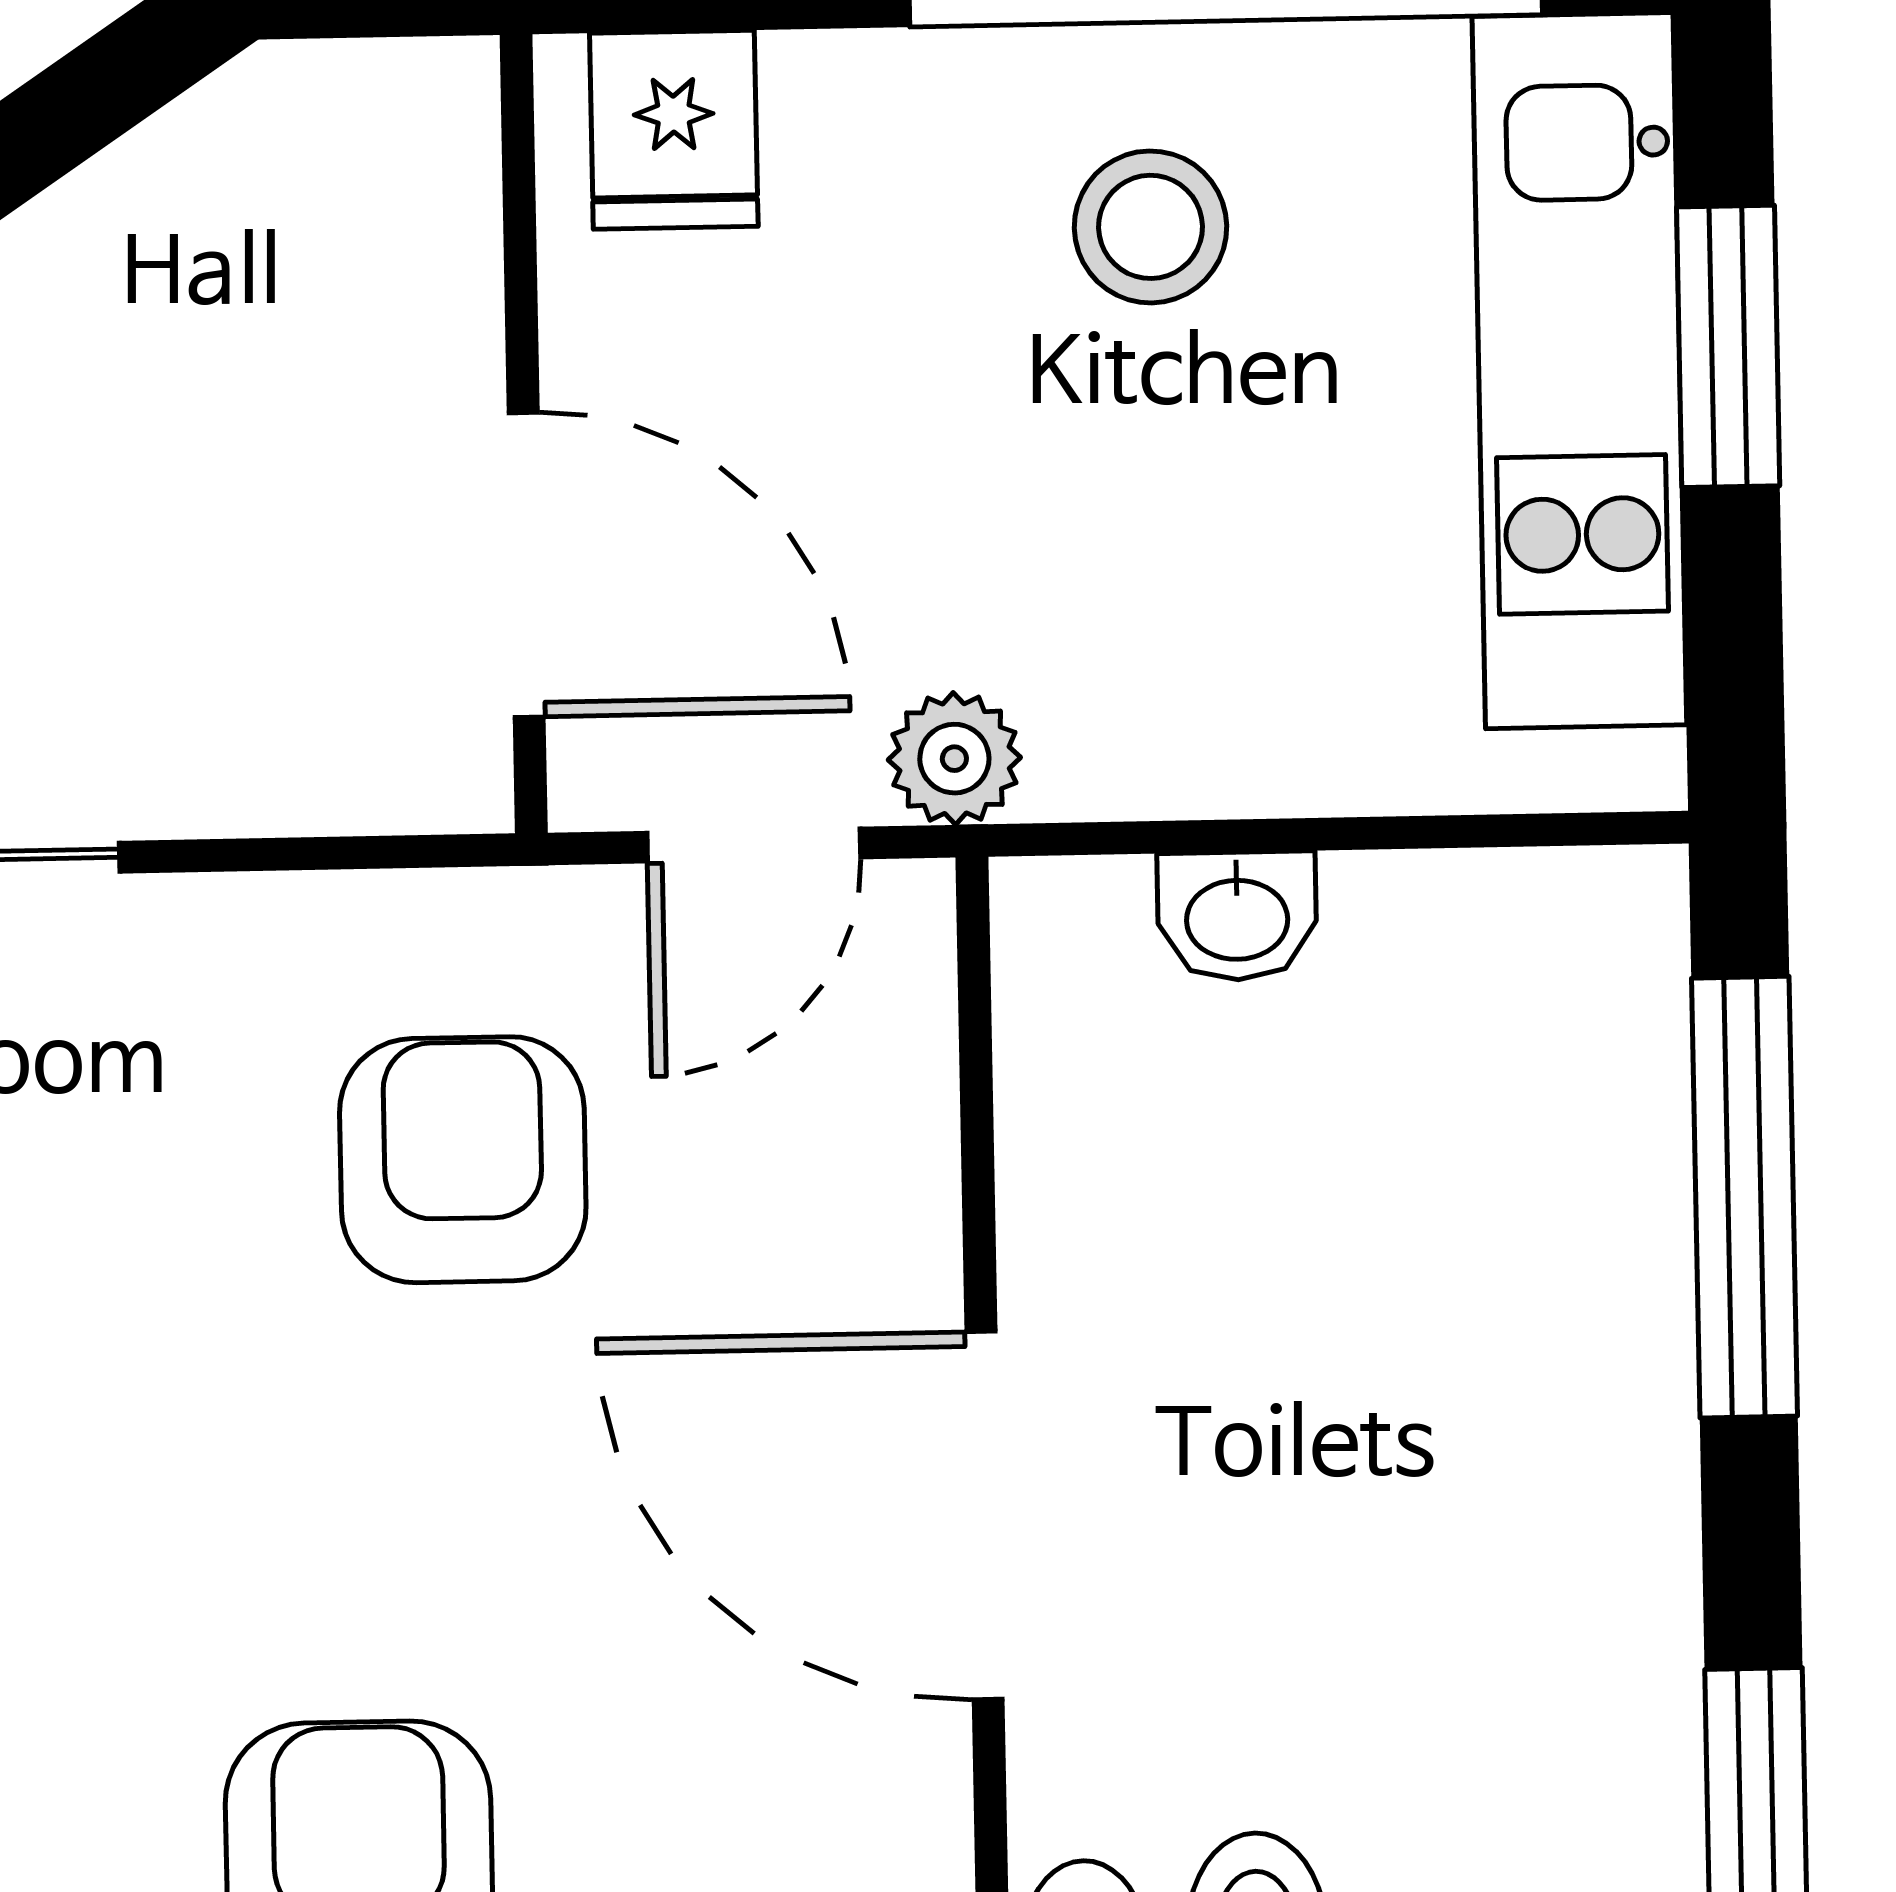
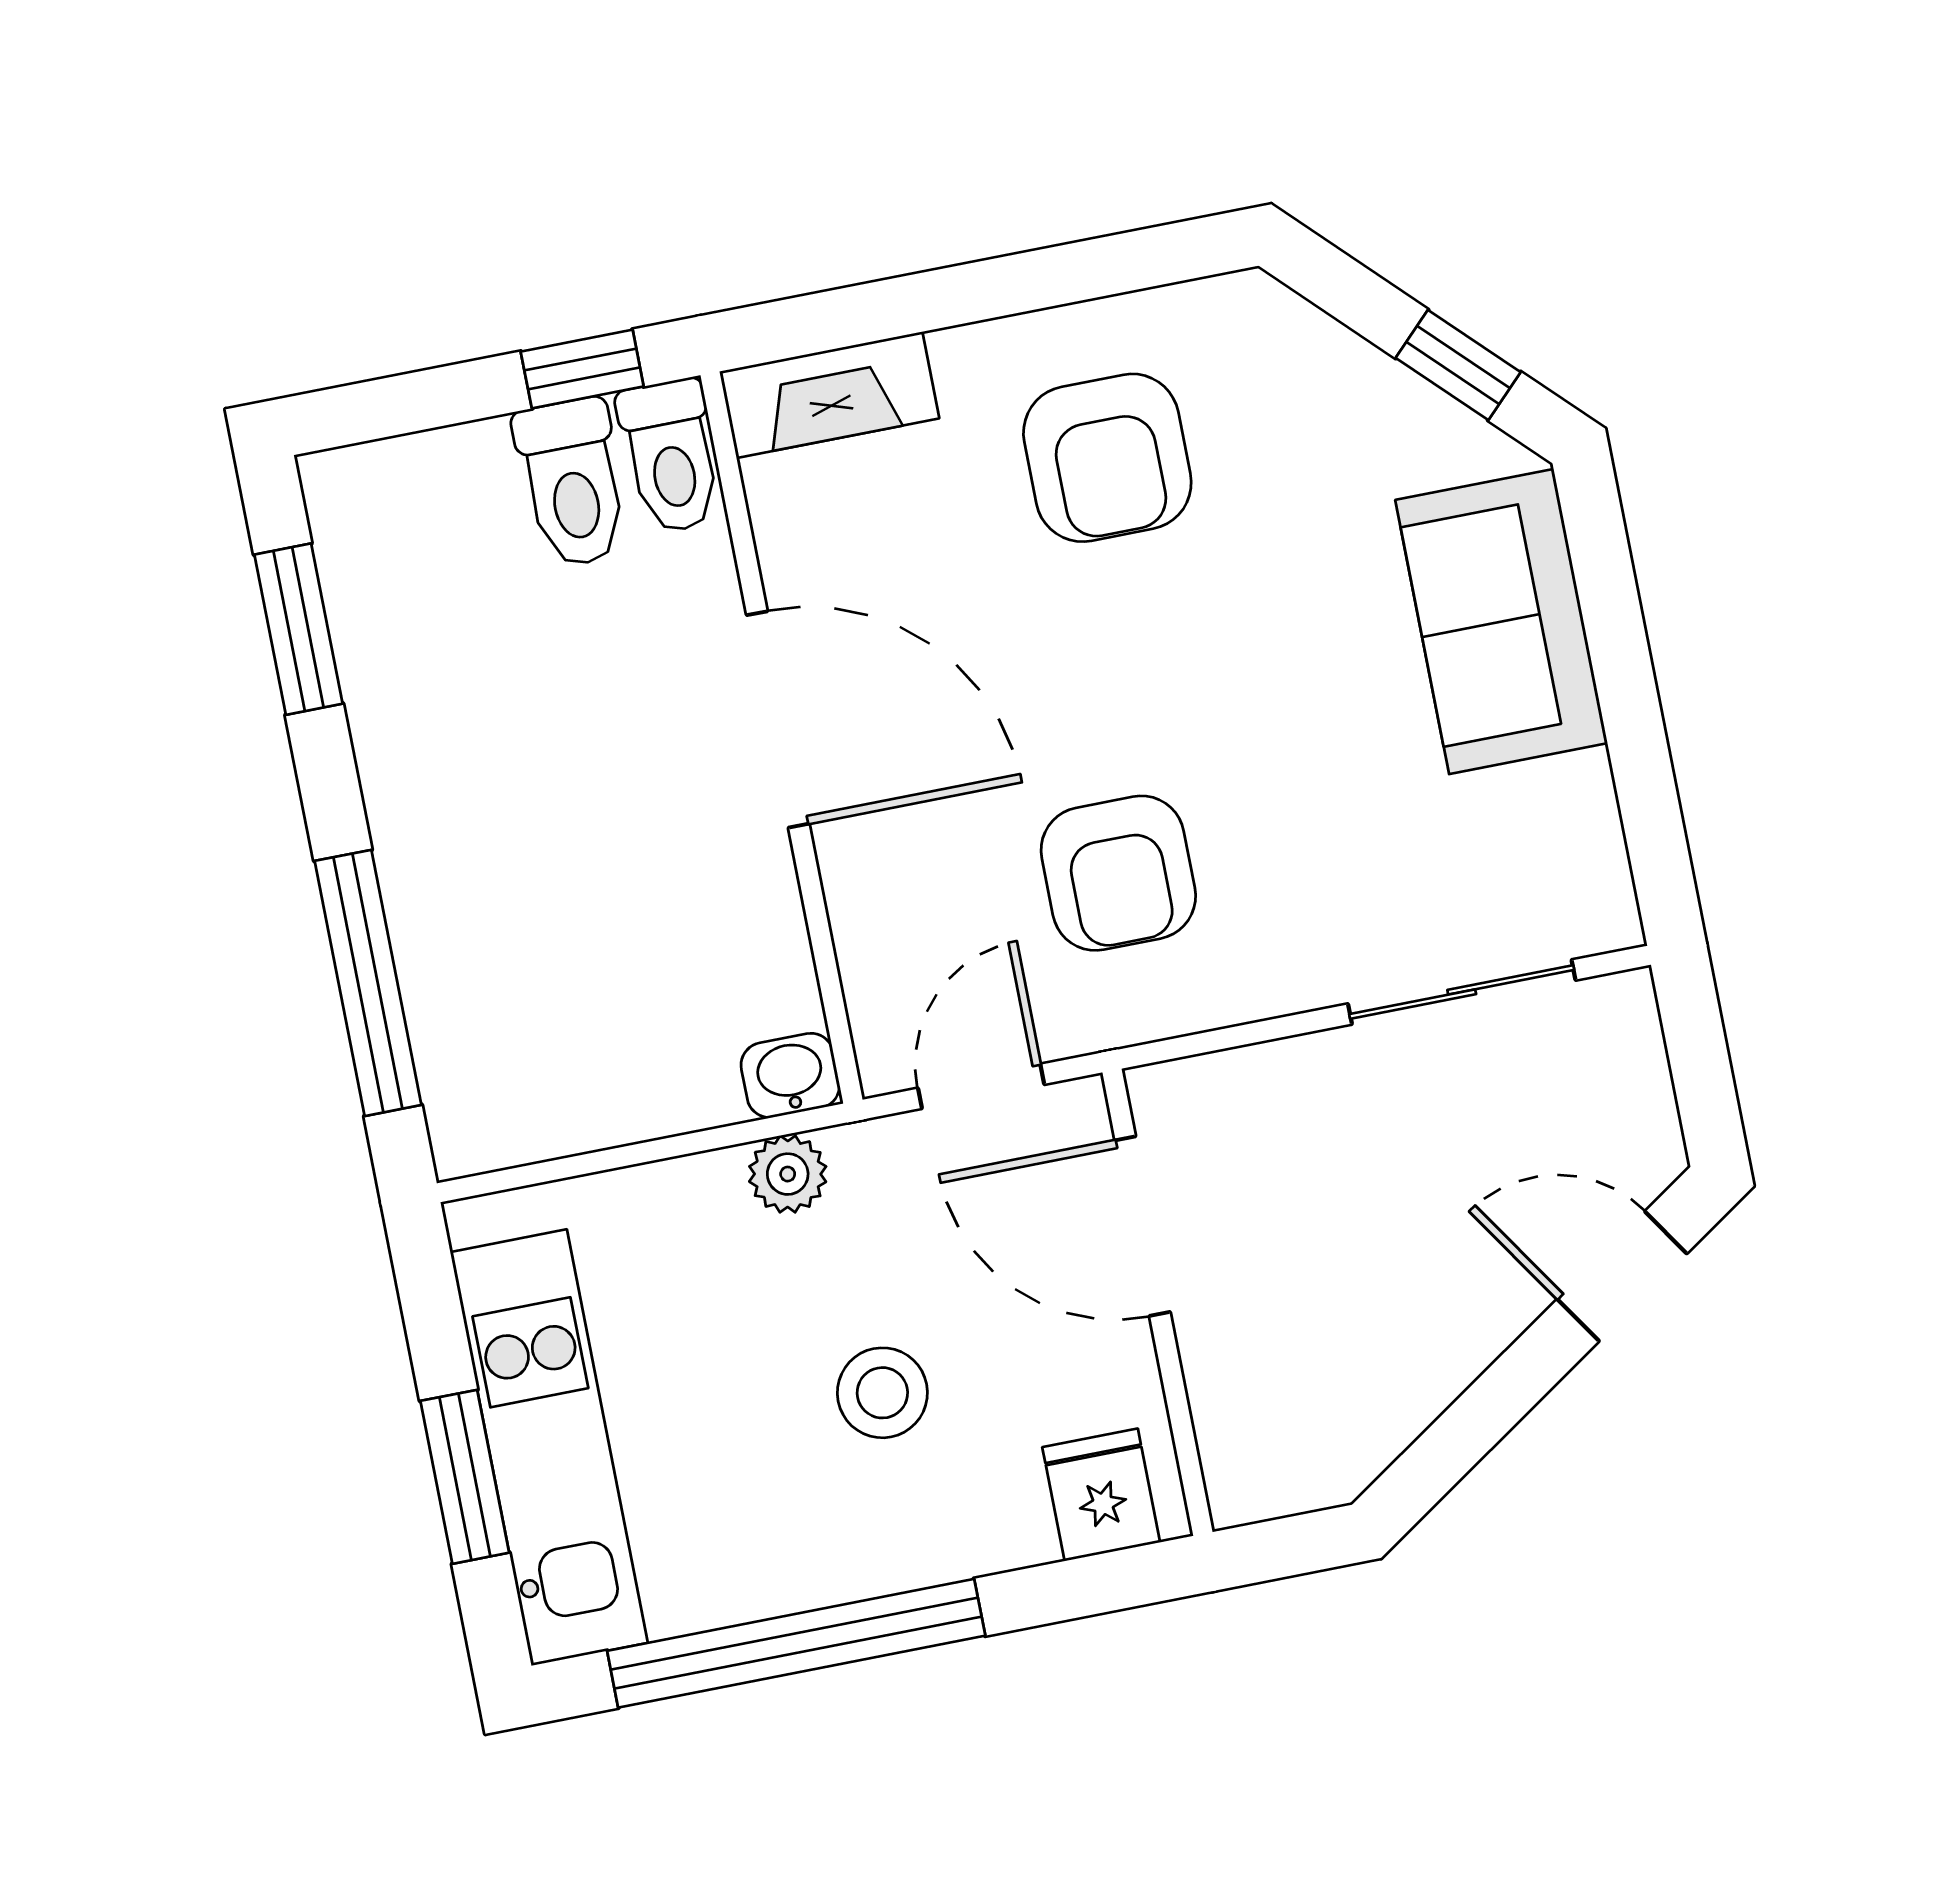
stool: (1151, 227) -> (882, 1393), moved
plant: (954, 759) -> (788, 1174), moved
washbasin: (1237, 916) -> (790, 1075), moved

